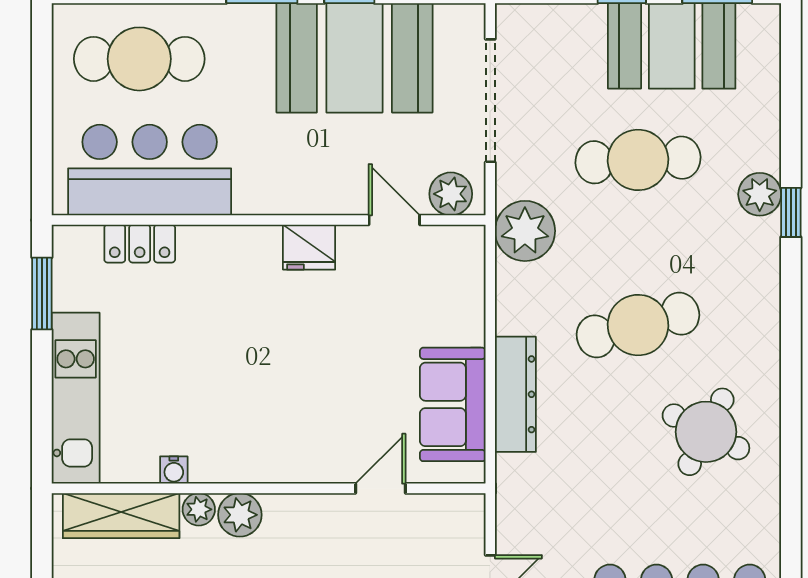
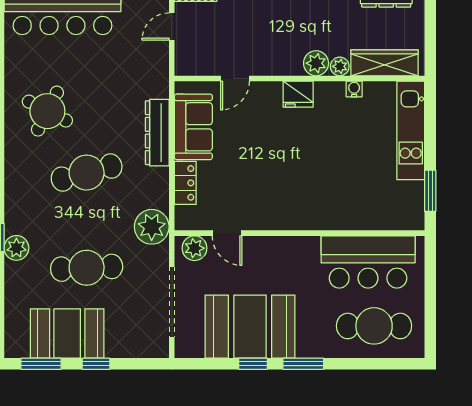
locker: (140, 244) -> (185, 183), moved, turned 90
fridge: (309, 247) -> (298, 94), moved, turned 180

